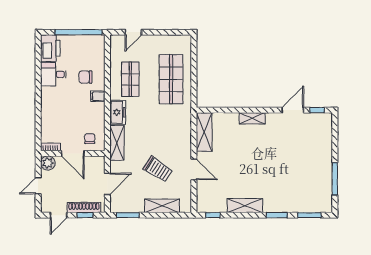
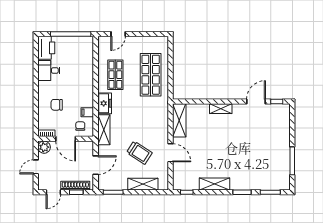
chair: (85, 77) -> (57, 105), moved
filing cabinet: (98, 96) -> (87, 112), moved

